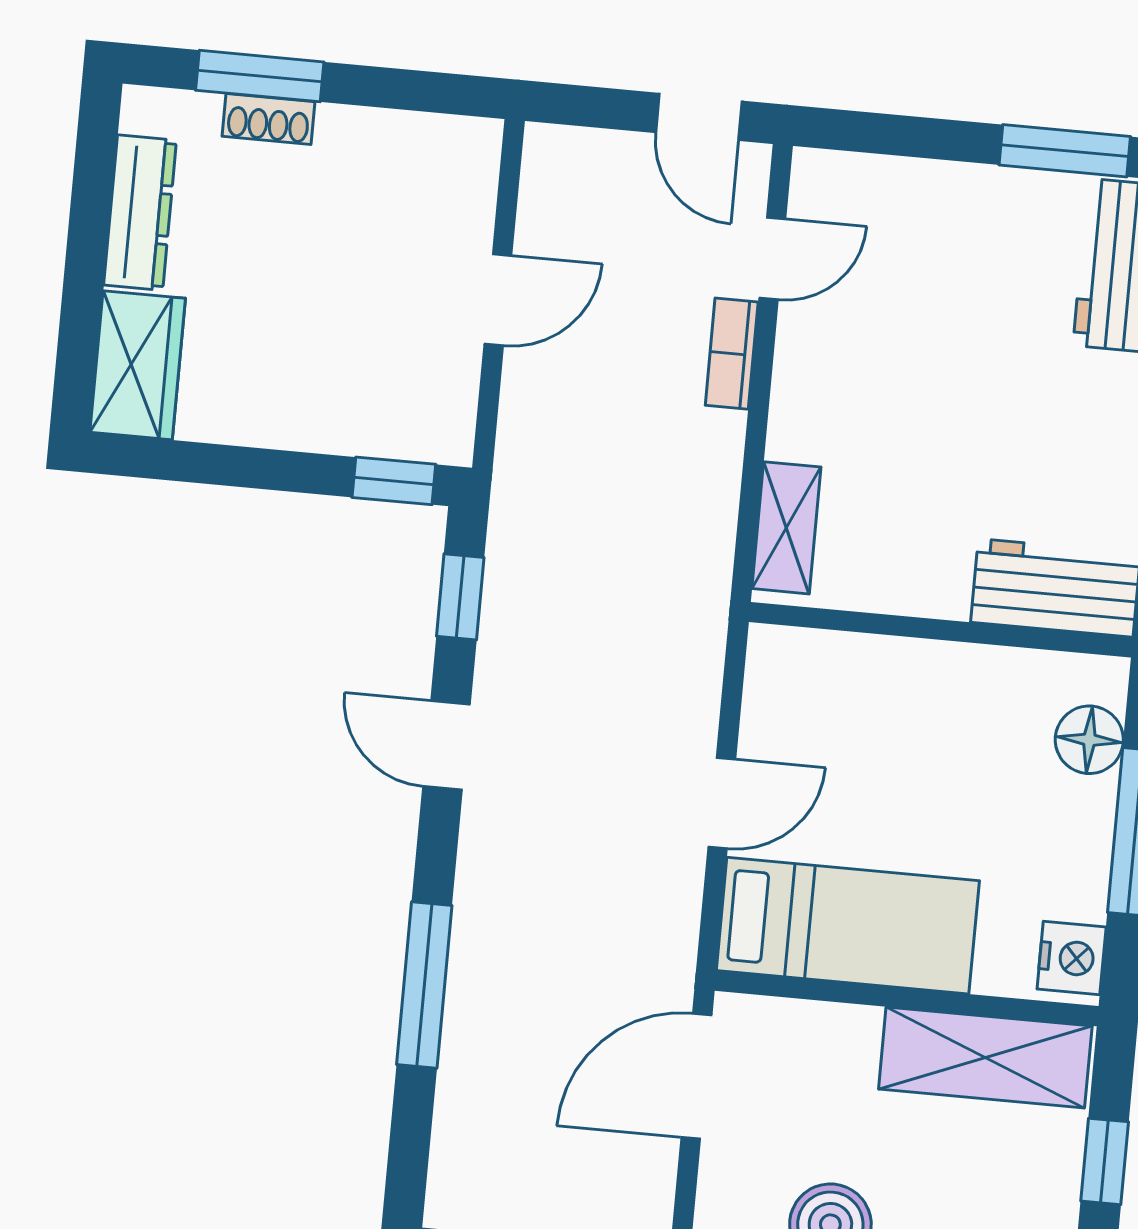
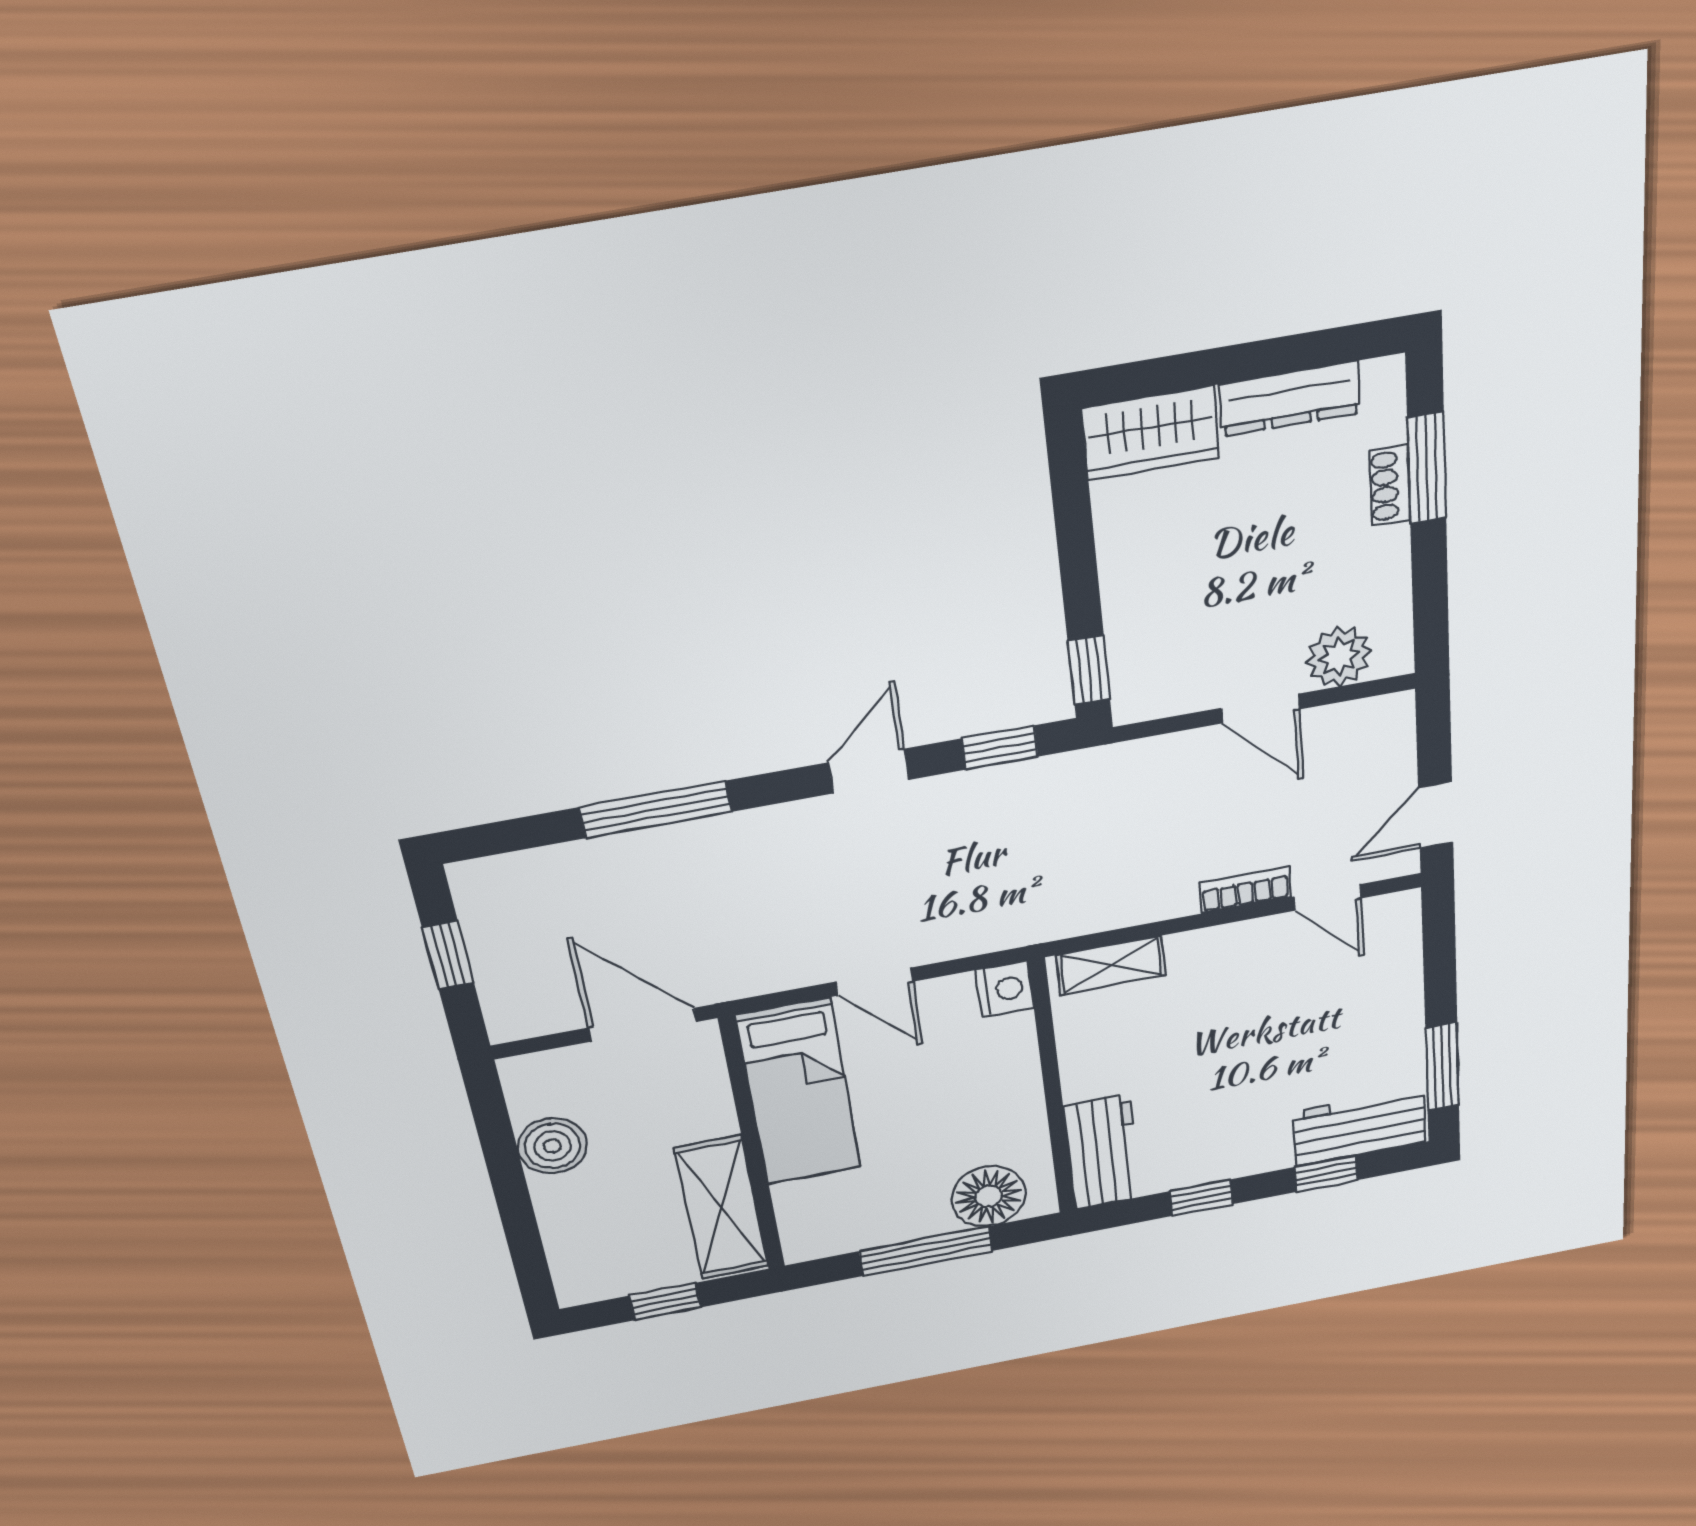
plant: (459, 202) -> (1339, 657), added
floor lamp: (1089, 740) -> (989, 1196), width x1.38, depth x1.38
nightstand: (1072, 958) -> (1005, 989), moved, turned -90

